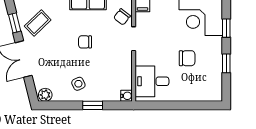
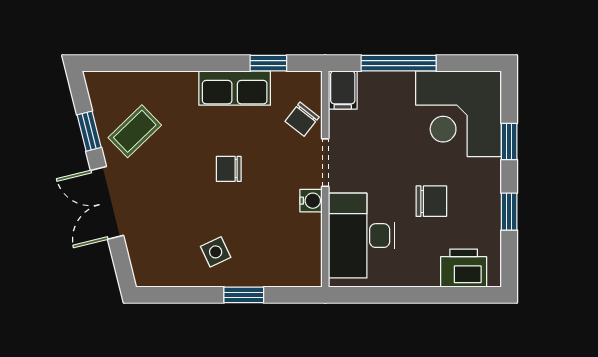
desk: (152, 81) -> (362, 236), width x1.37
printer: (203, 92) -> (464, 268), added
plant: (45, 95) -> (150, 274), removed
water cooler: (126, 96) -> (311, 201), moved

